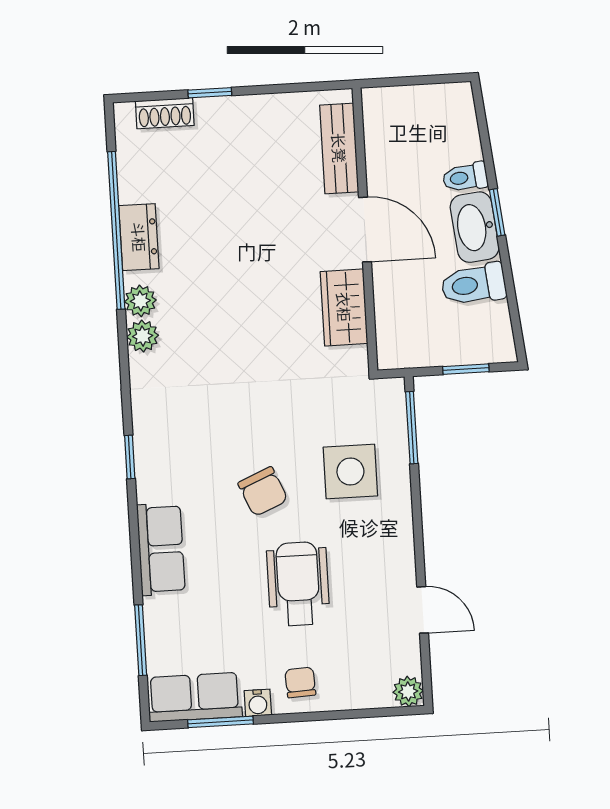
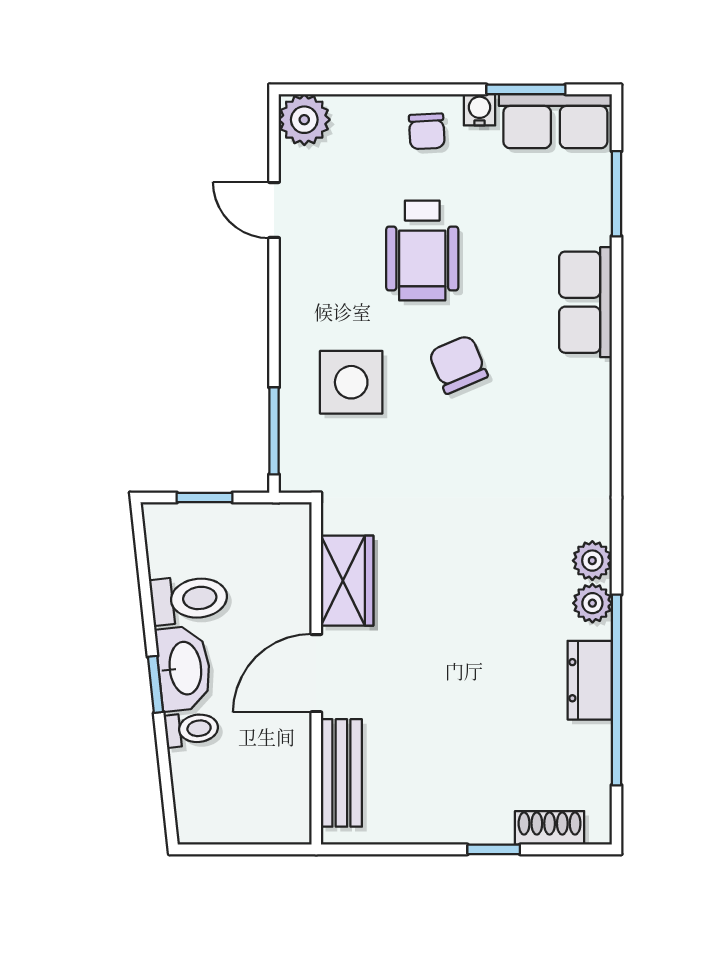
door: (365, 230) -> (316, 673), hinge flipped
window: (130, 457) -> (616, 416), removed
plant: (408, 691) -> (304, 120), width x1.38, depth x1.38

